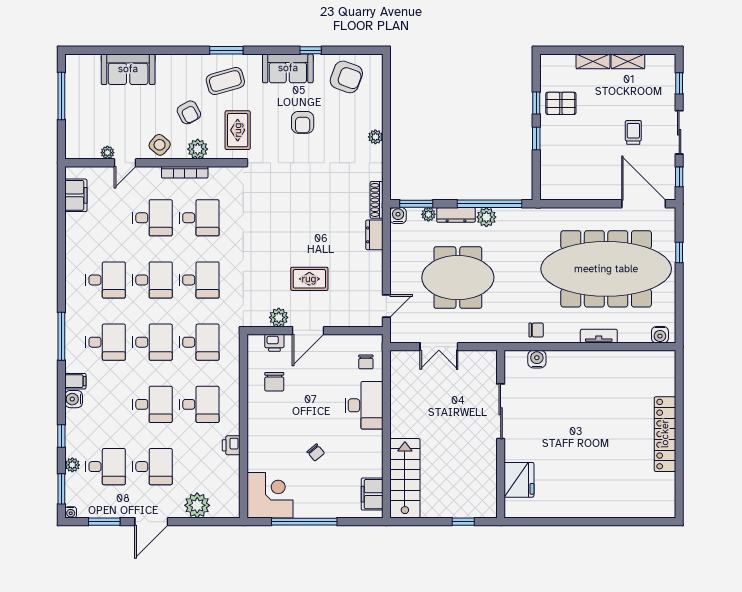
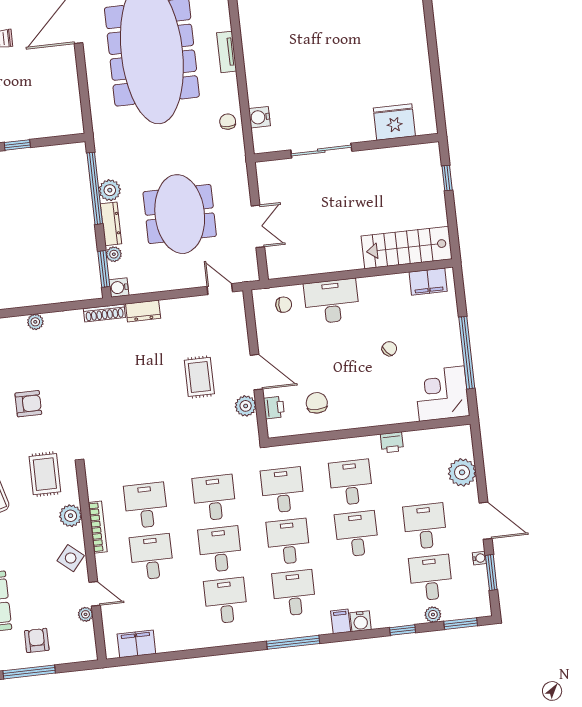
armchair: (189, 112) -> (37, 640), moved, turned -62
rug: (238, 130) -> (45, 474), turned 90
chair: (274, 382) -> (317, 403), turned -90
water cooler: (71, 512) -> (479, 558), moved

